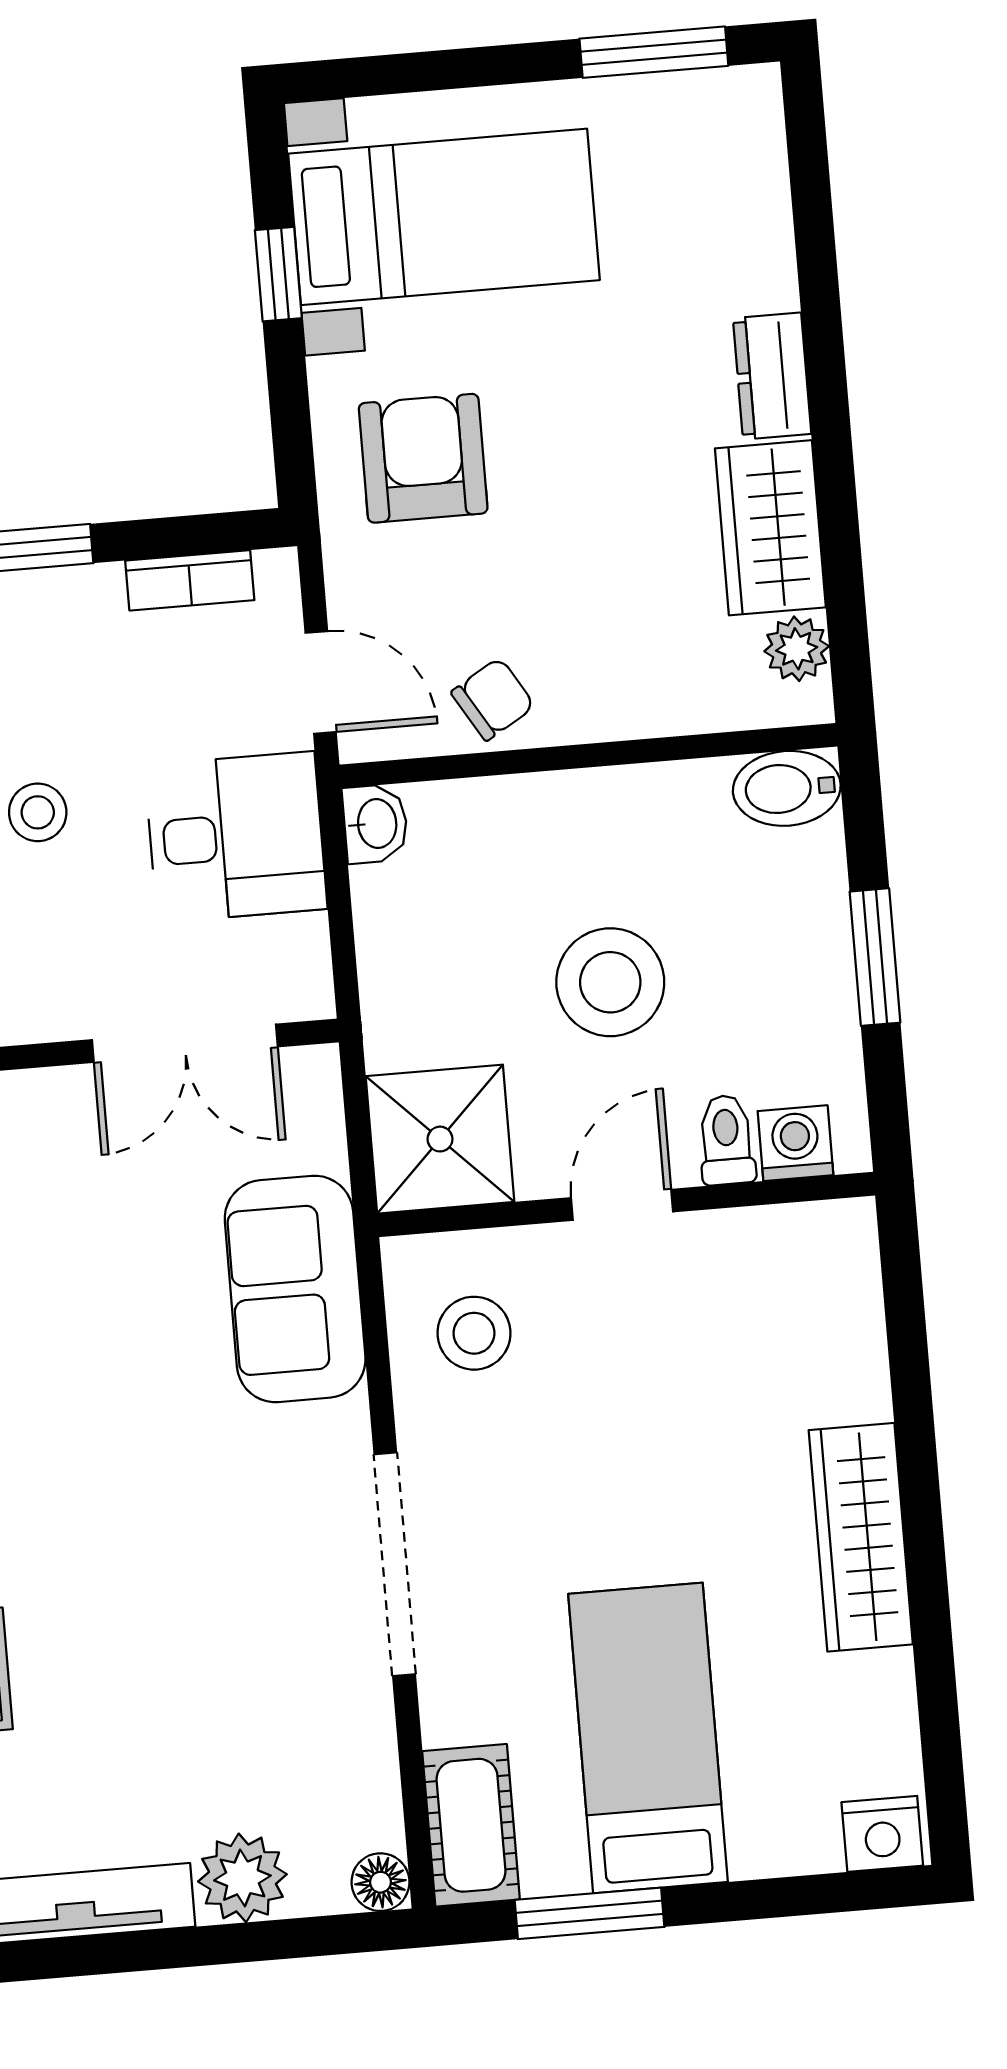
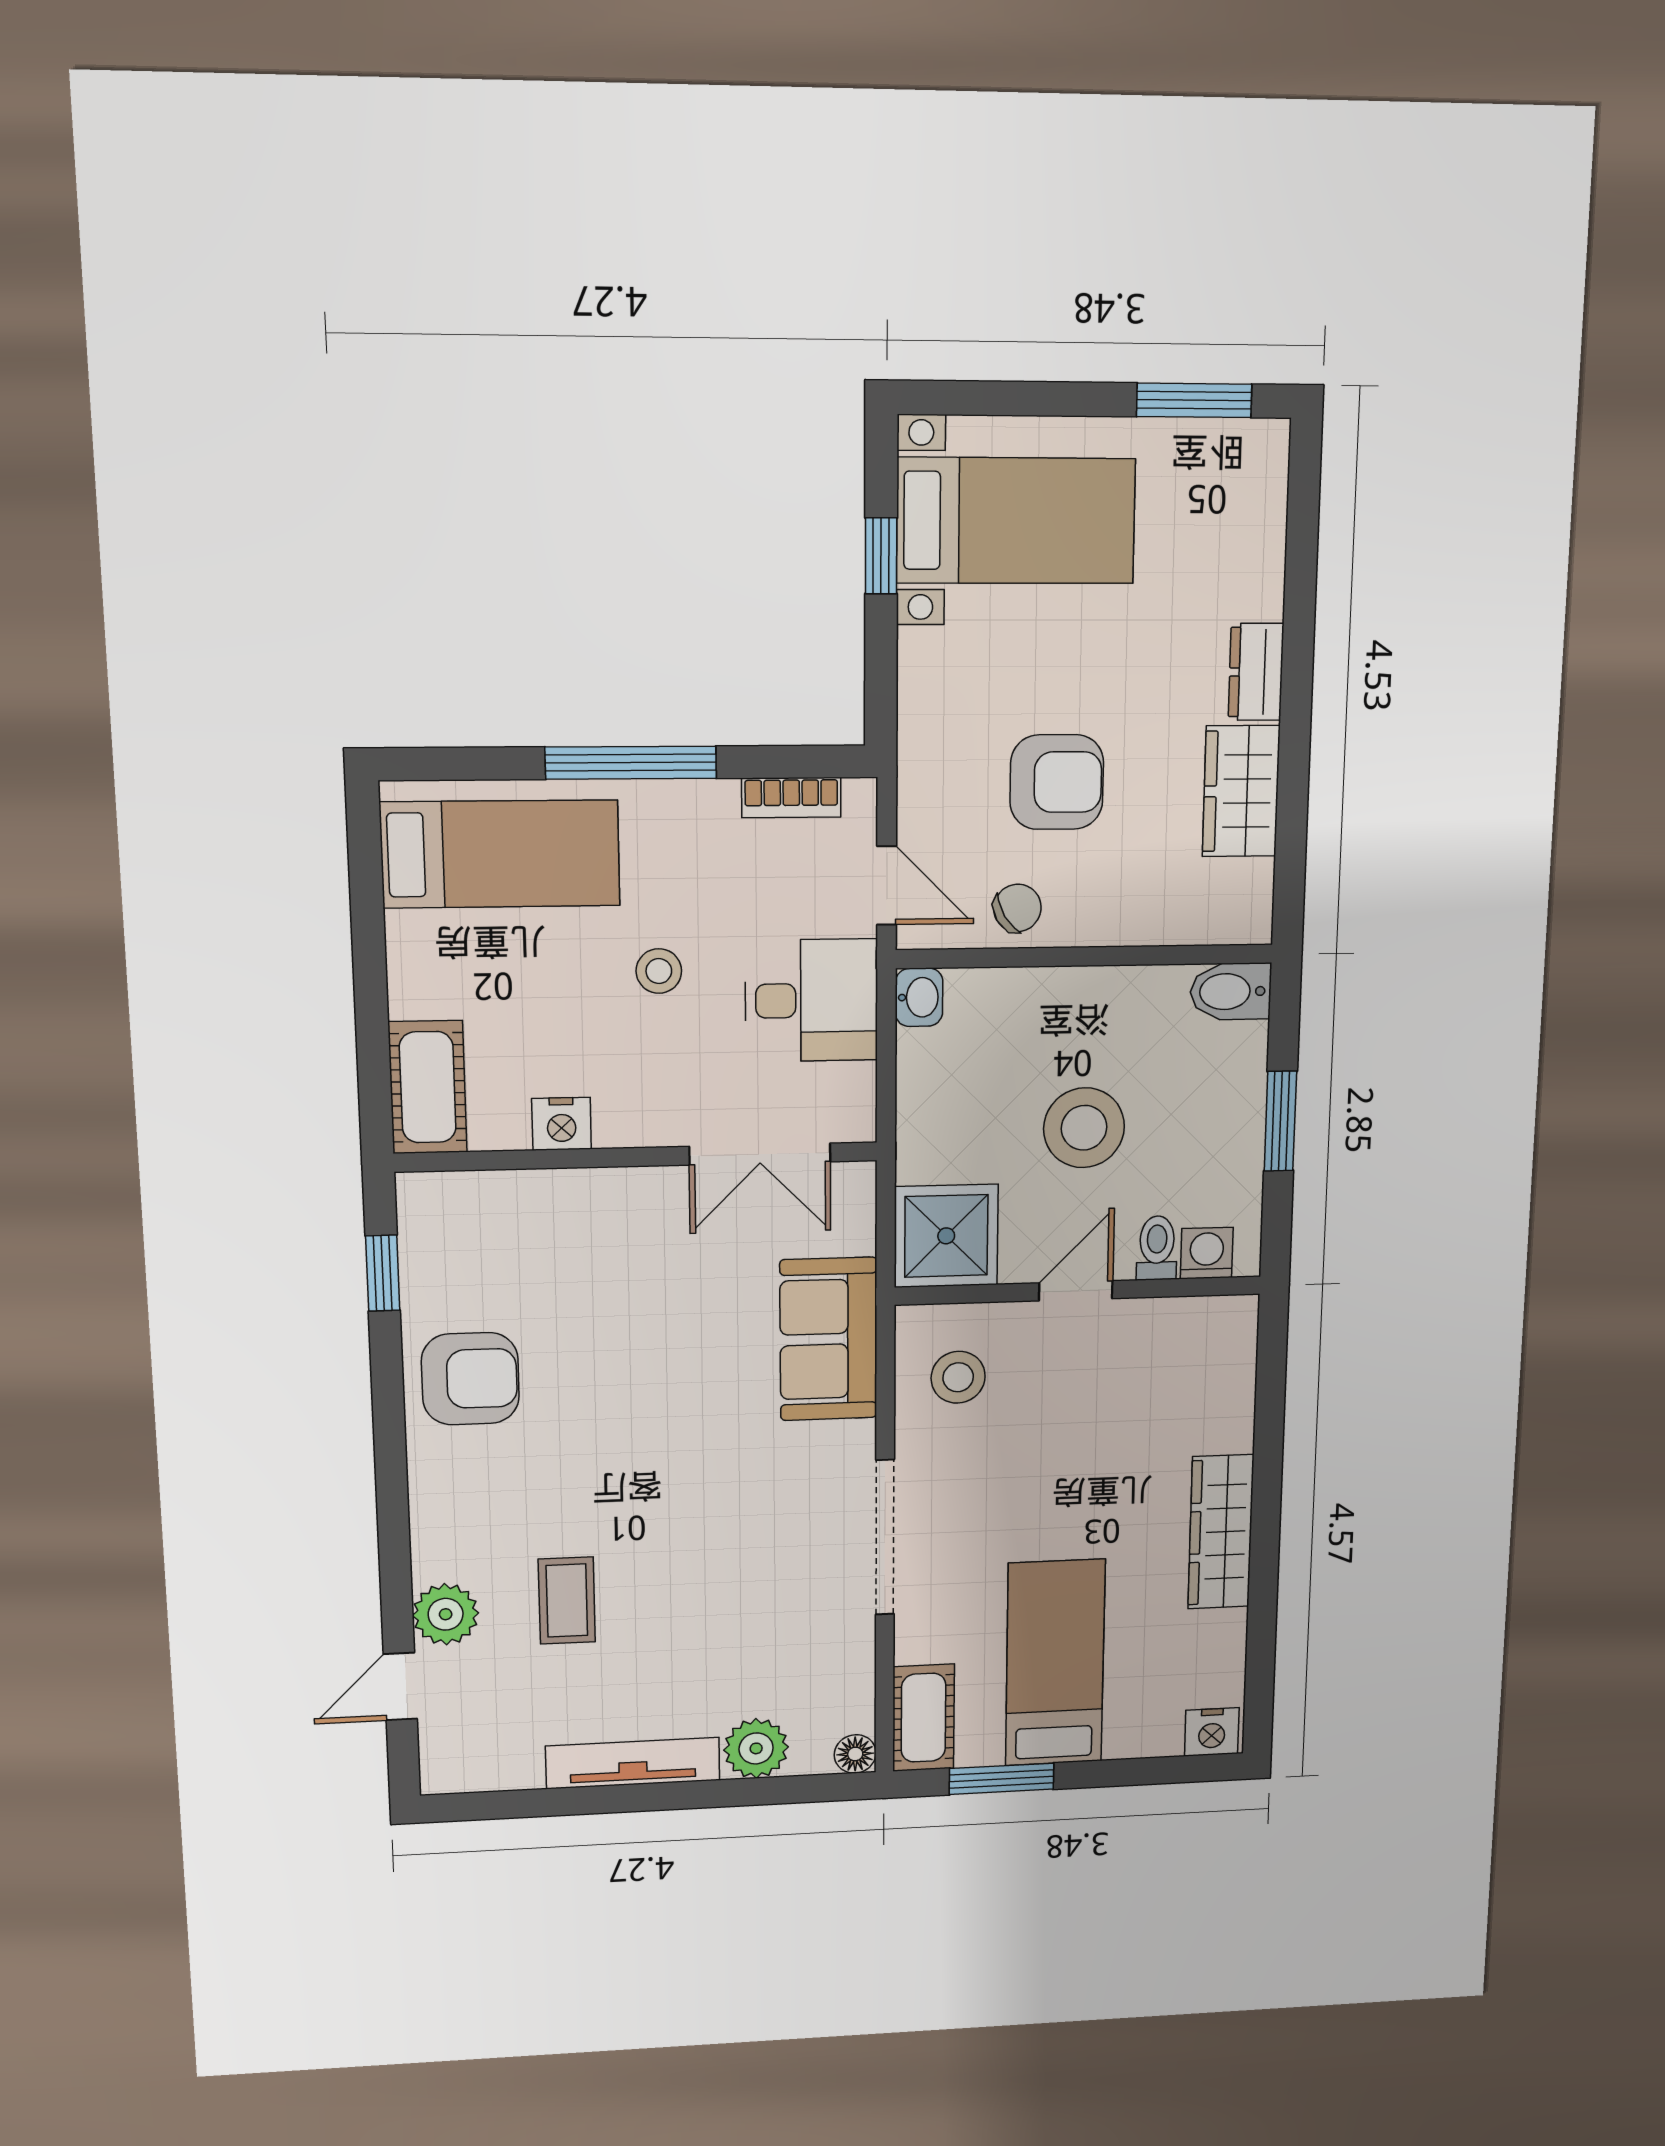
armchair: (423, 458) -> (1057, 782), moved, turned 90
plant: (797, 649) -> (1250, 886), removed

